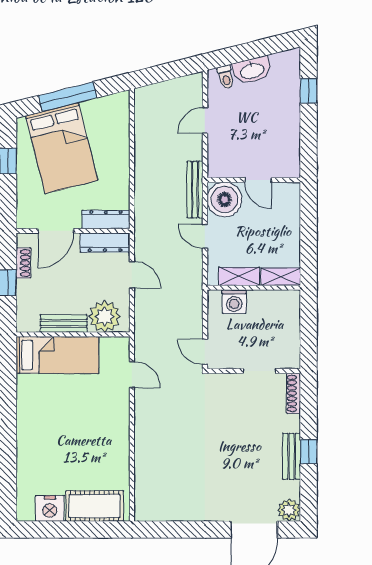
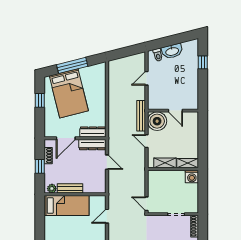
washing machine: (234, 302) -> (192, 177), moved
plant: (105, 316) -> (52, 189), moved, width x0.53, depth x0.53
door: (132, 375) -> (107, 216), swing flipped

